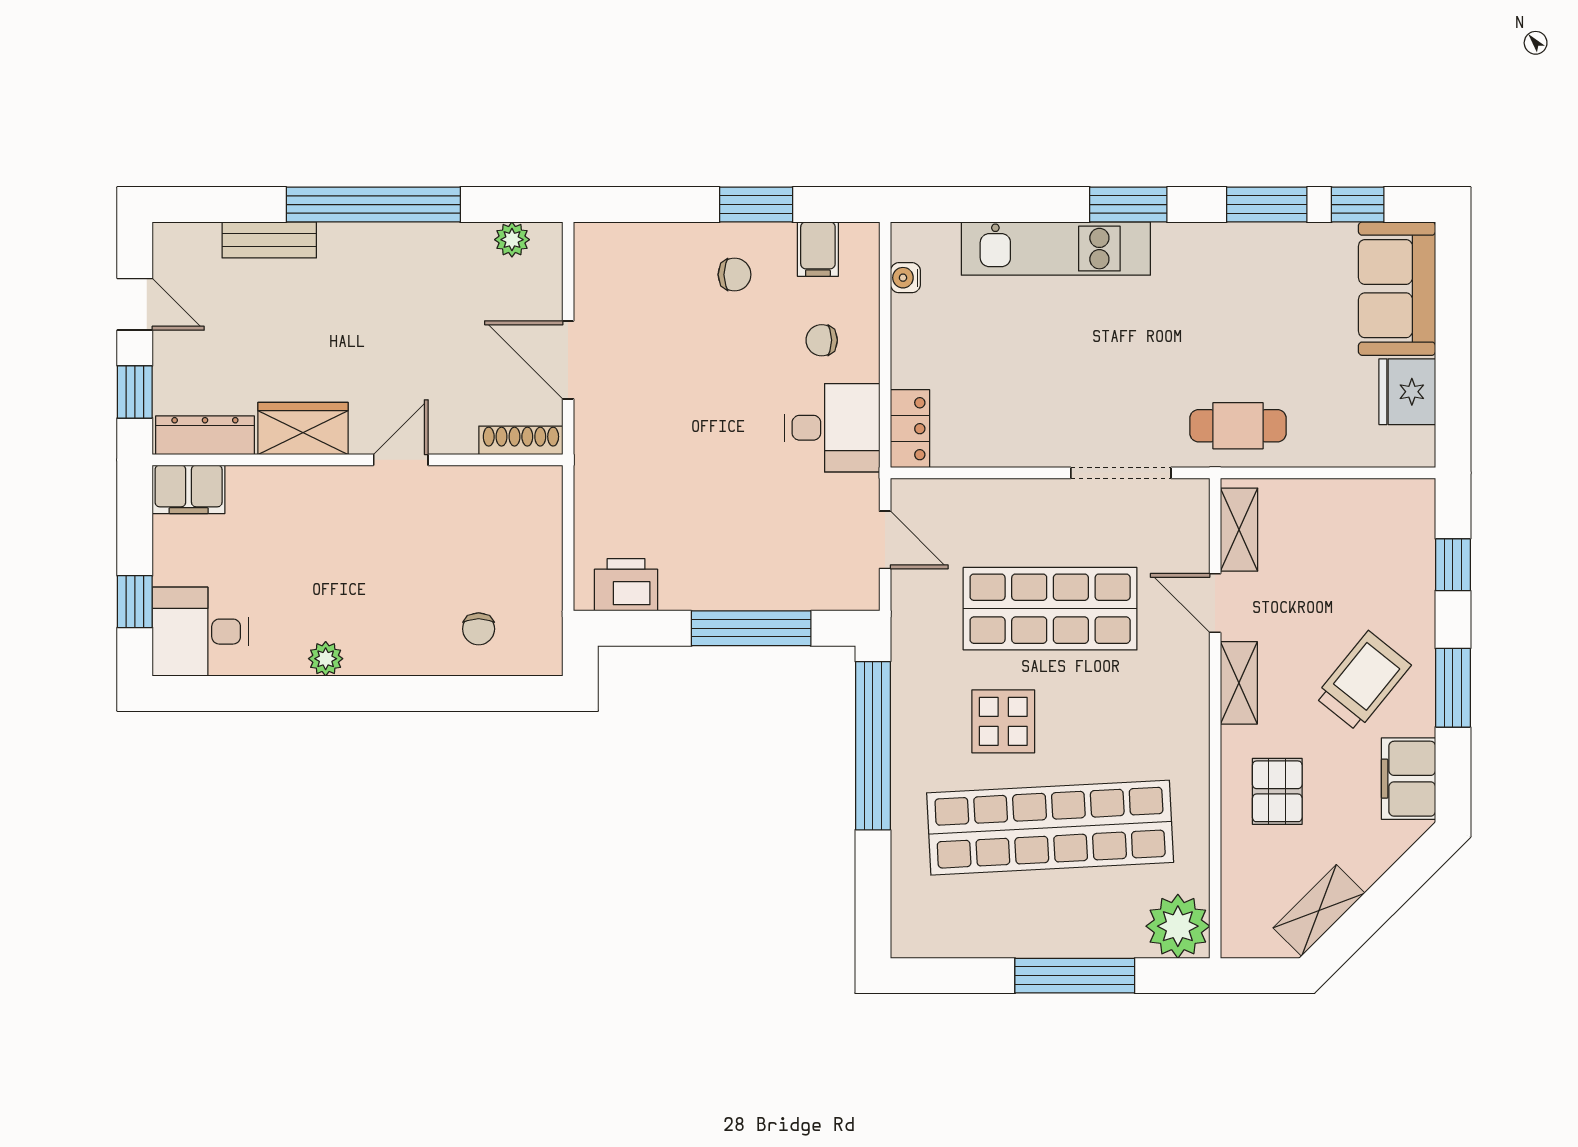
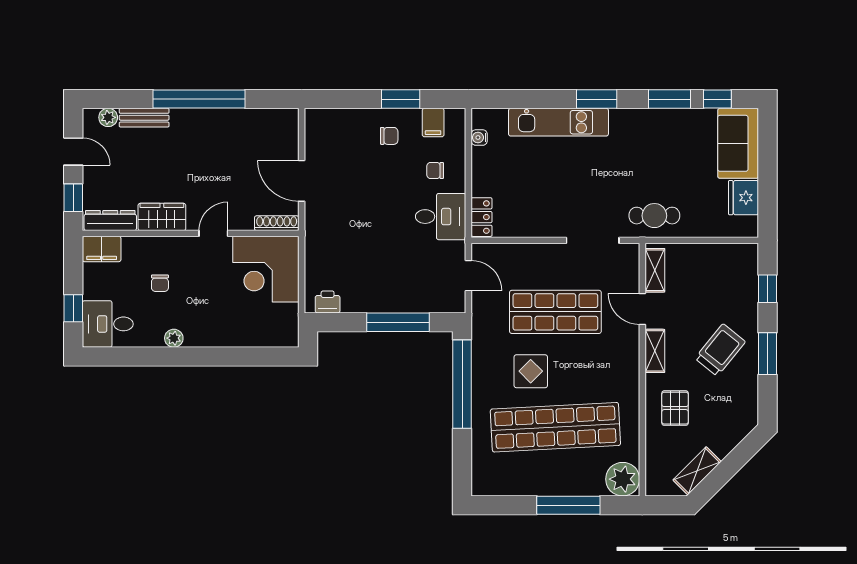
plant: (512, 240) -> (108, 117), moved
corner desk: (500, 528) -> (266, 269), added
printer: (626, 585) -> (328, 302), width x0.73, depth x0.81
chair: (479, 629) -> (160, 283), moved
filing cabinet: (1408, 779) -> (744, 401), removed

